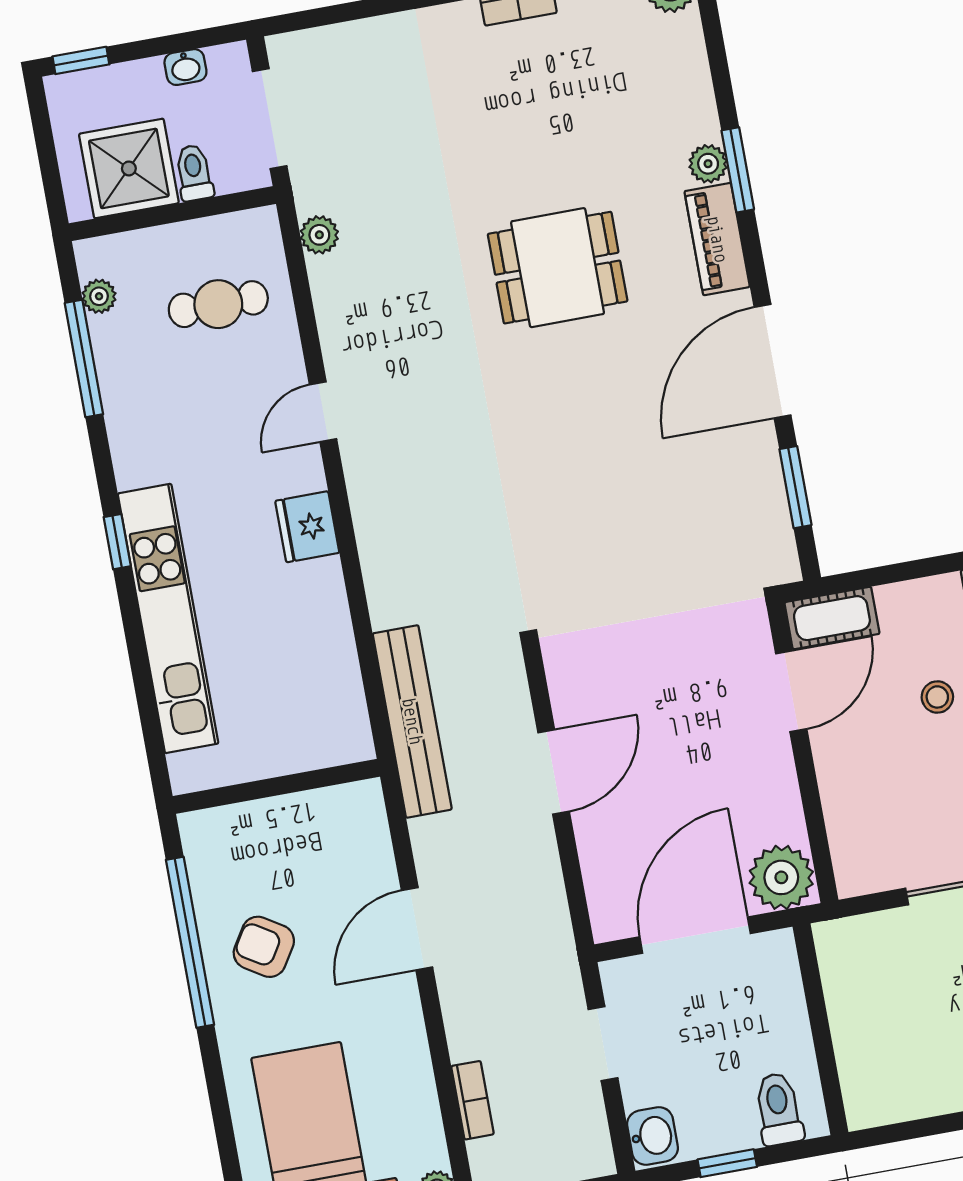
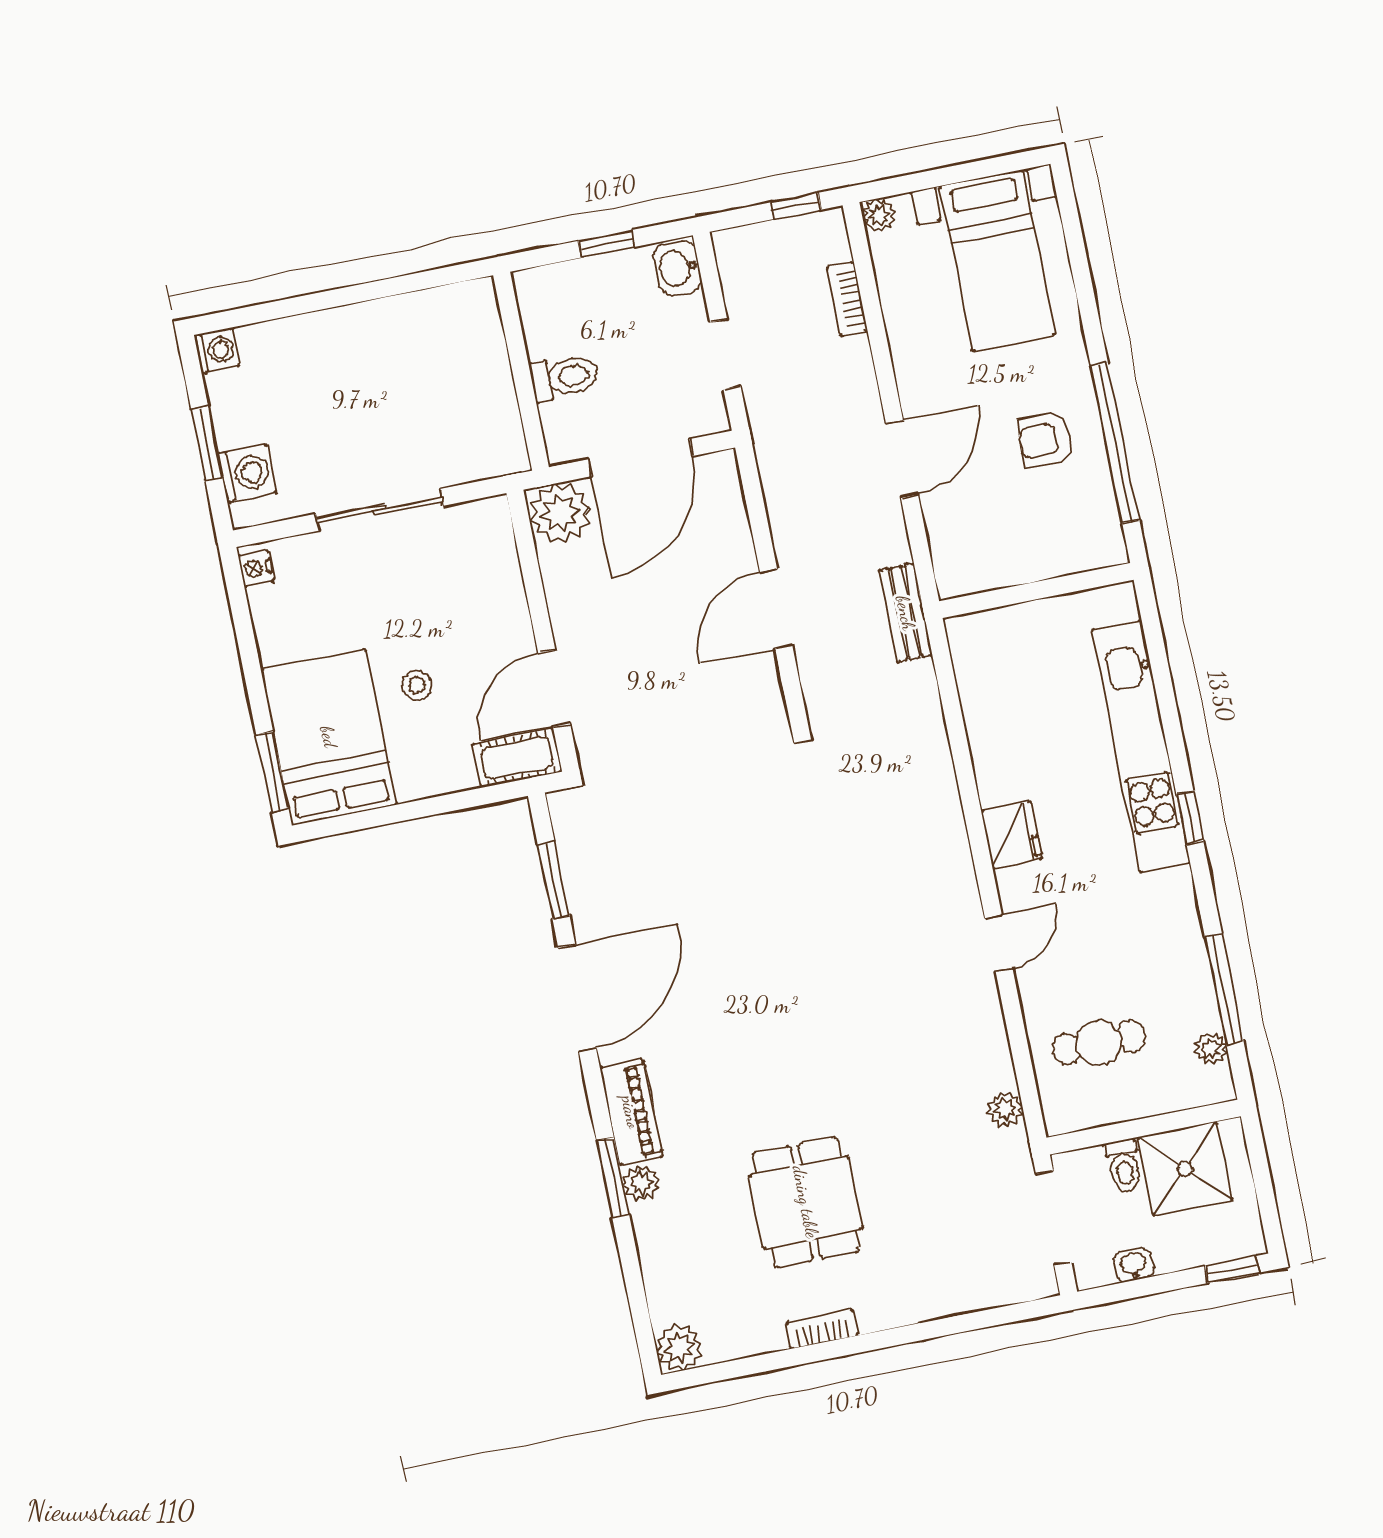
dining table: (558, 268) -> (806, 1202), moved, turned 90
bench: (412, 721) -> (906, 613), width x0.54, depth x0.82
armchair: (264, 947) -> (1046, 440), turned 148
toilet: (779, 1109) -> (564, 377), moved, turned -90

